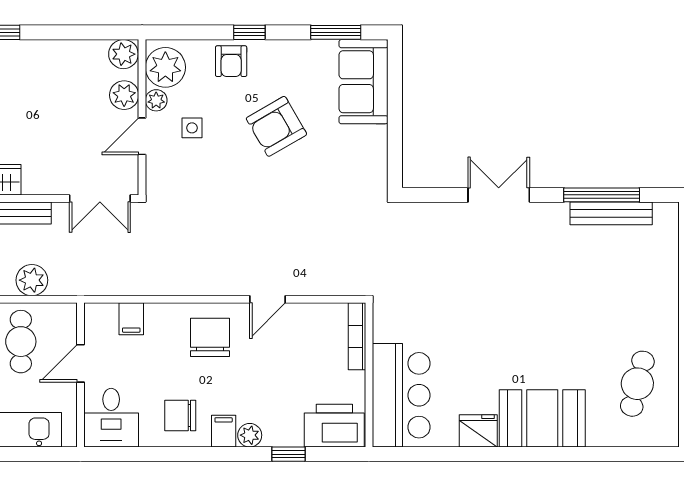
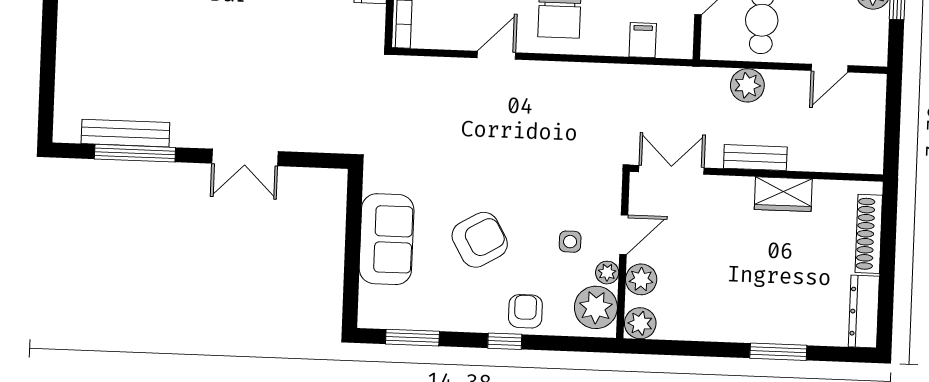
sofa: (363, 82) -> (387, 239), moved

